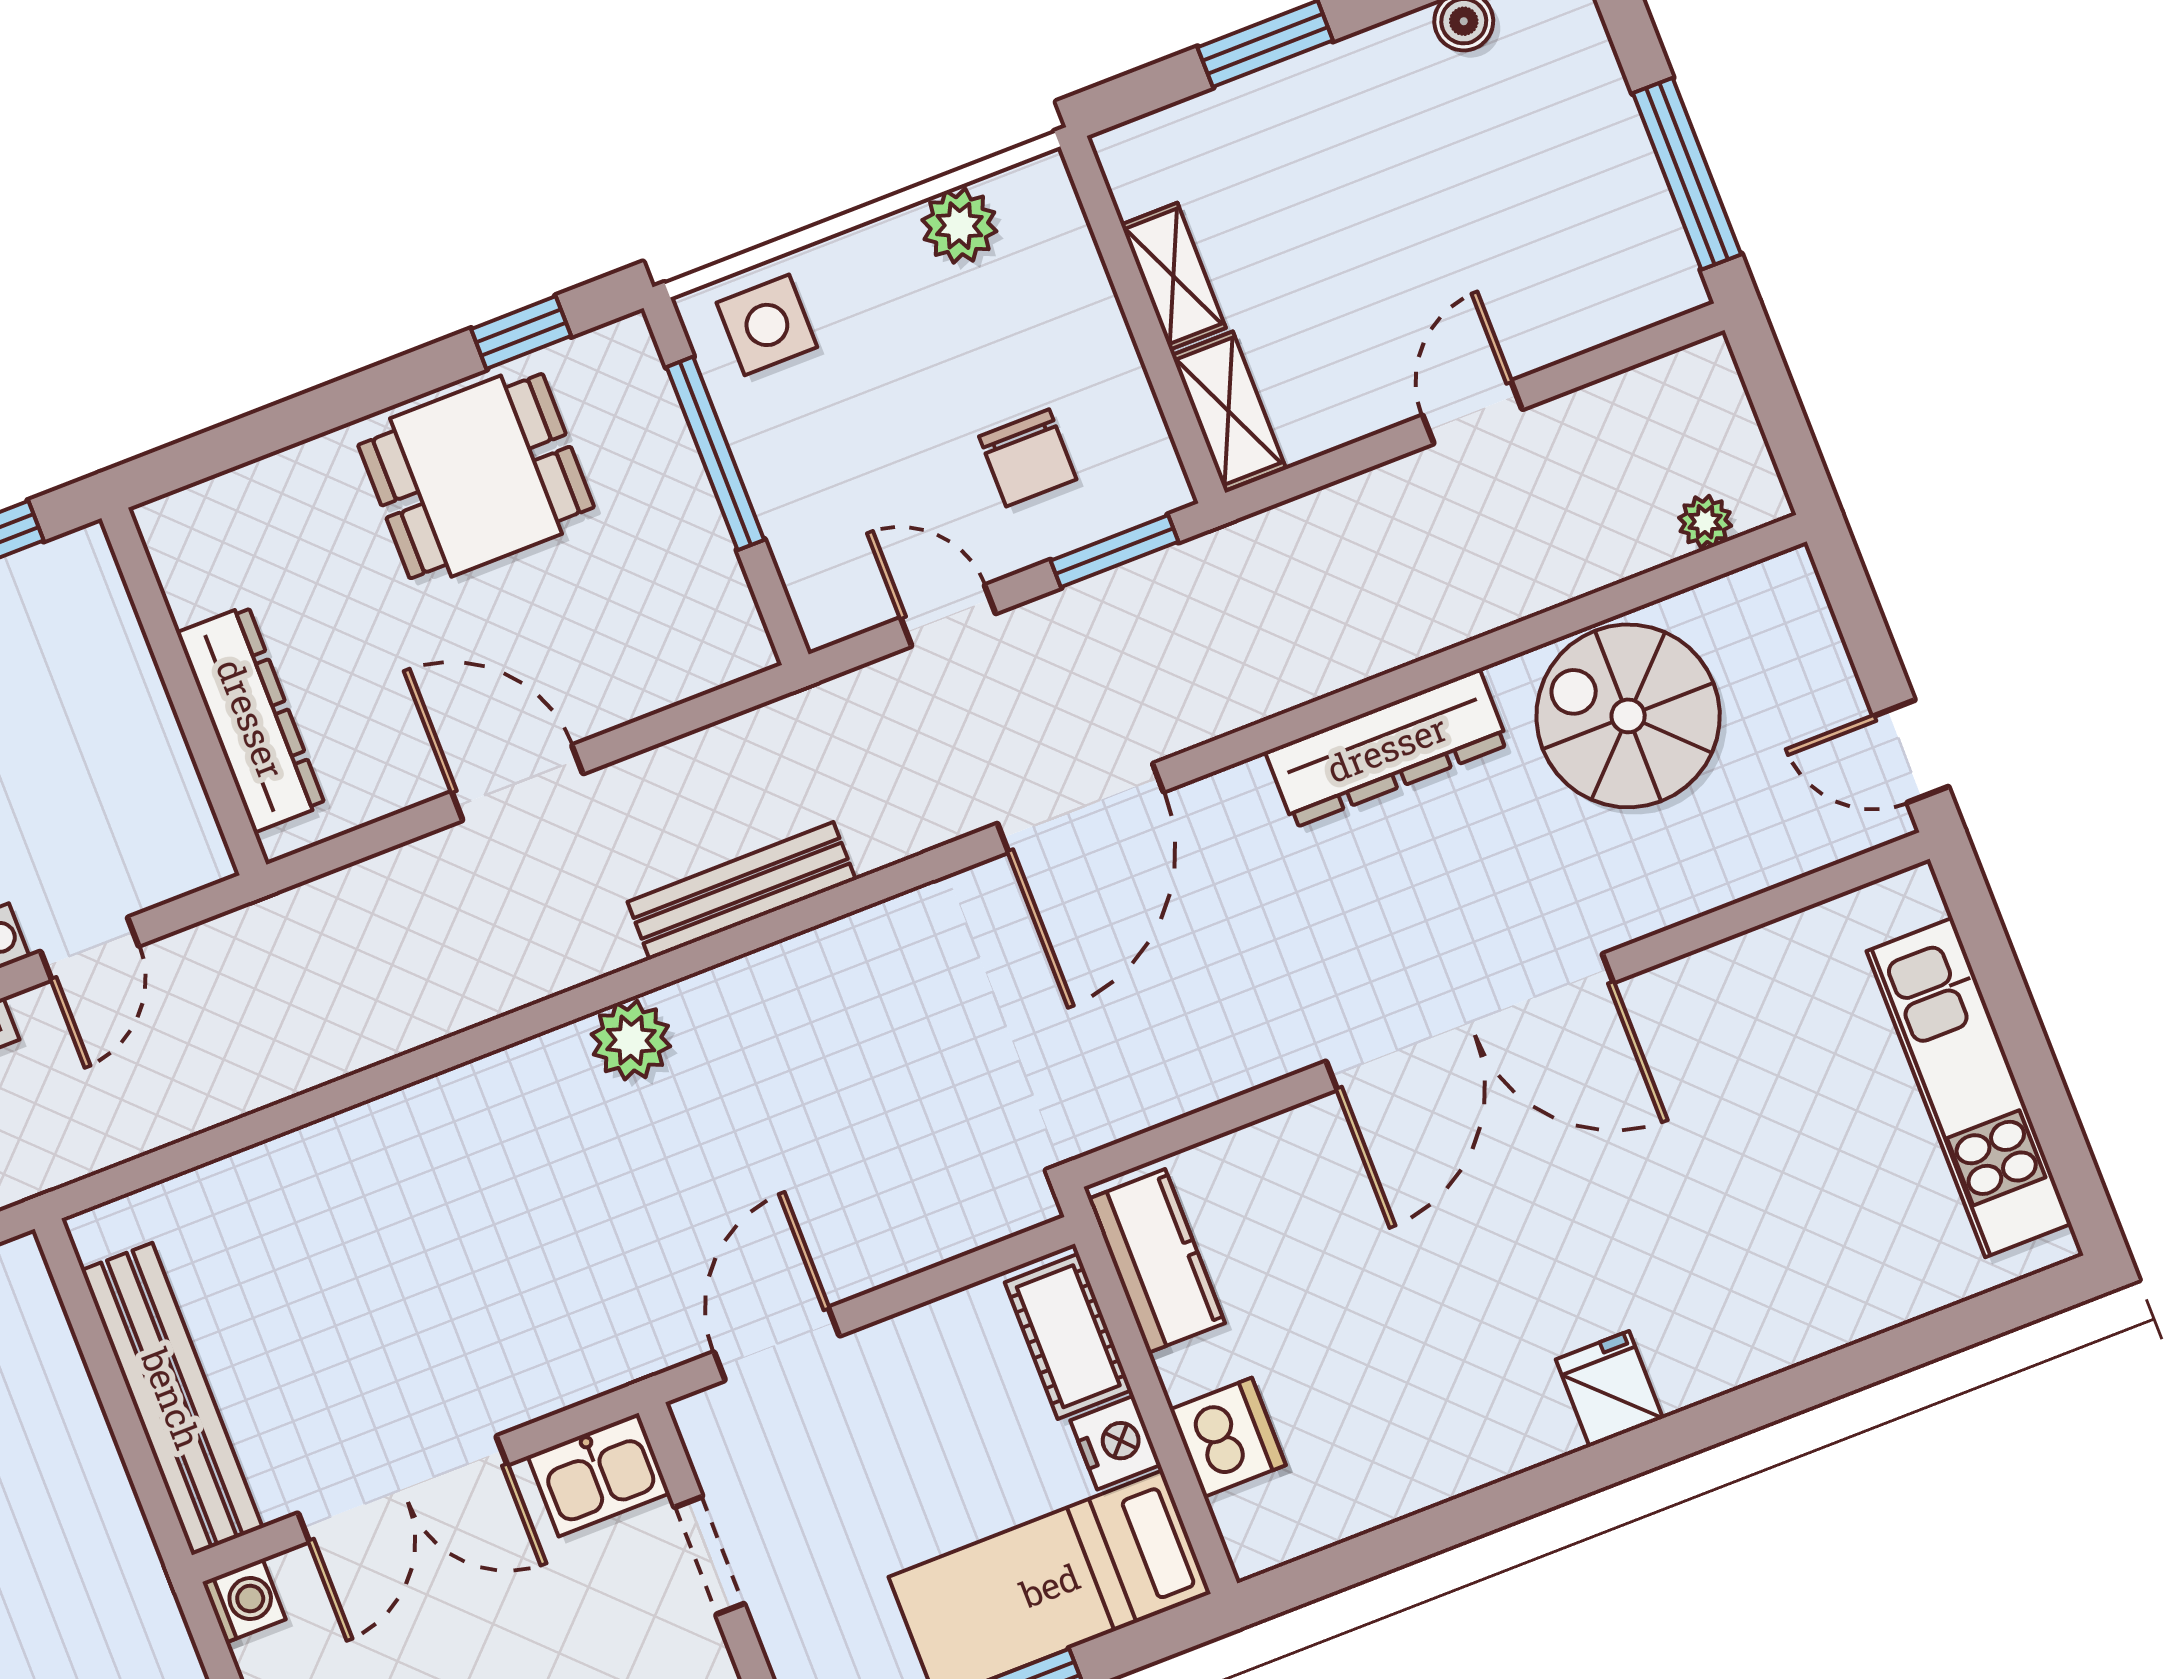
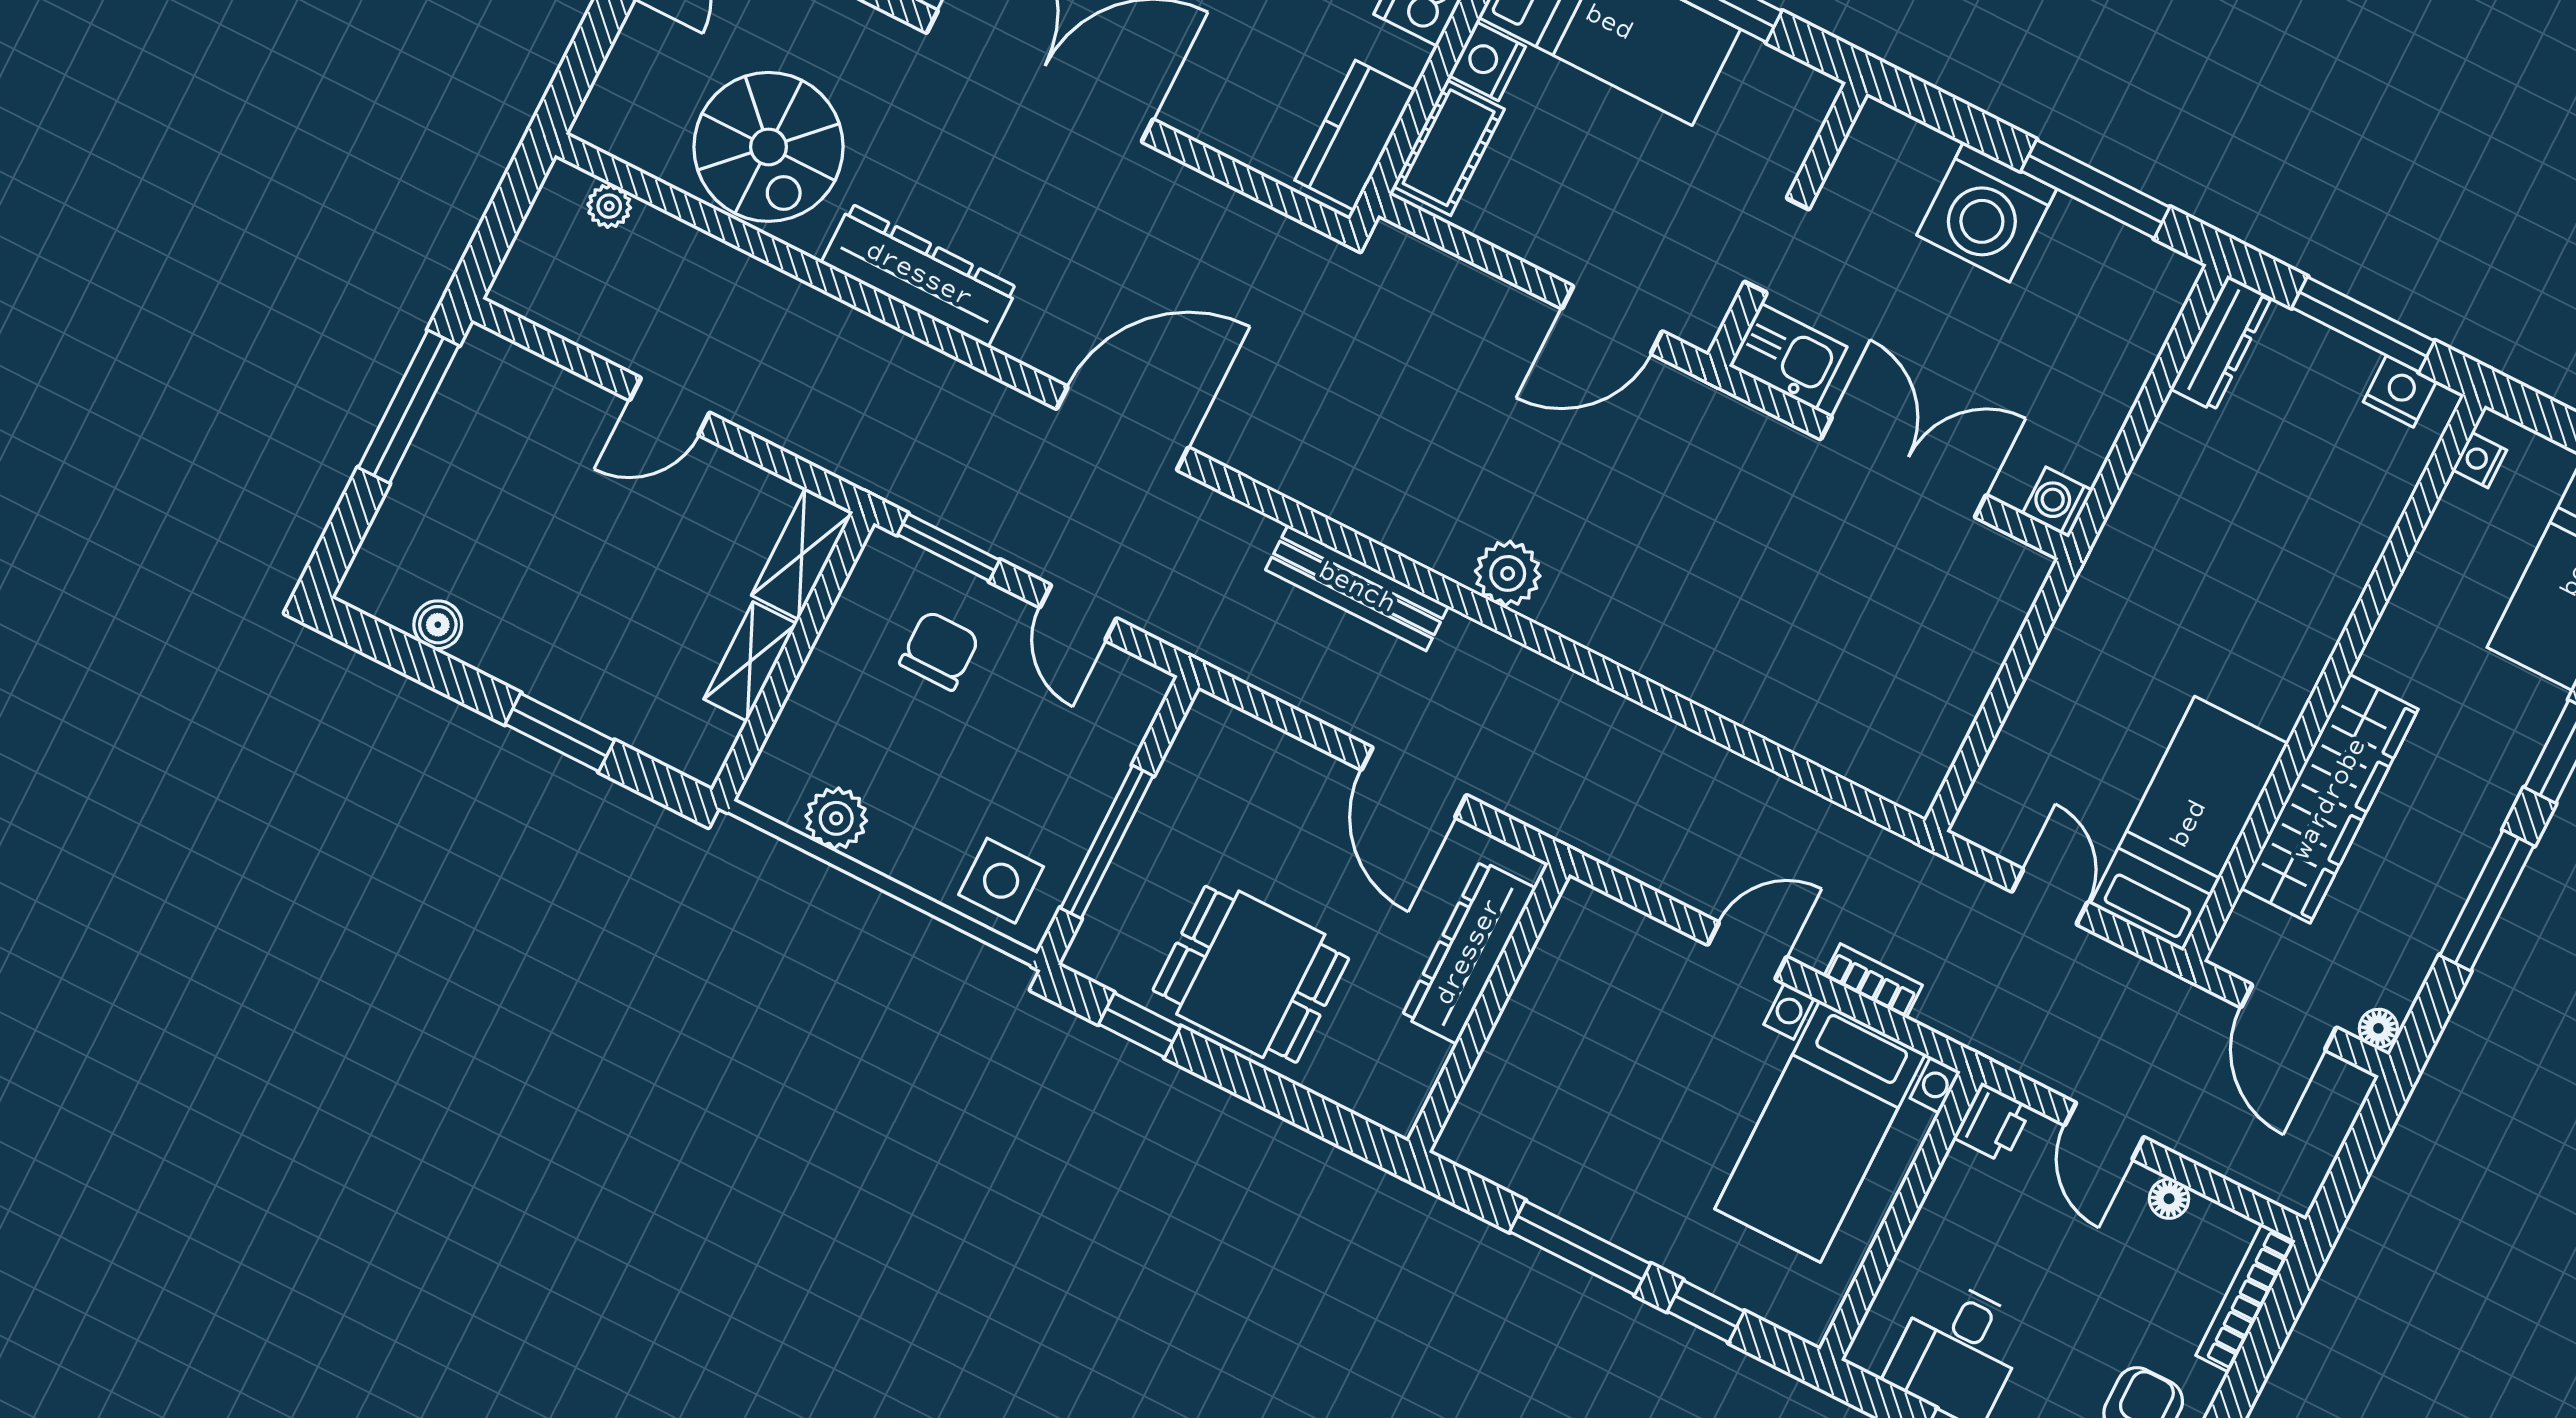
wall: (184, 691) -> (1489, 1008), moved
dresser: (251, 719) -> (1469, 952), moved
bench: (172, 1399) -> (1975, 656), removed

